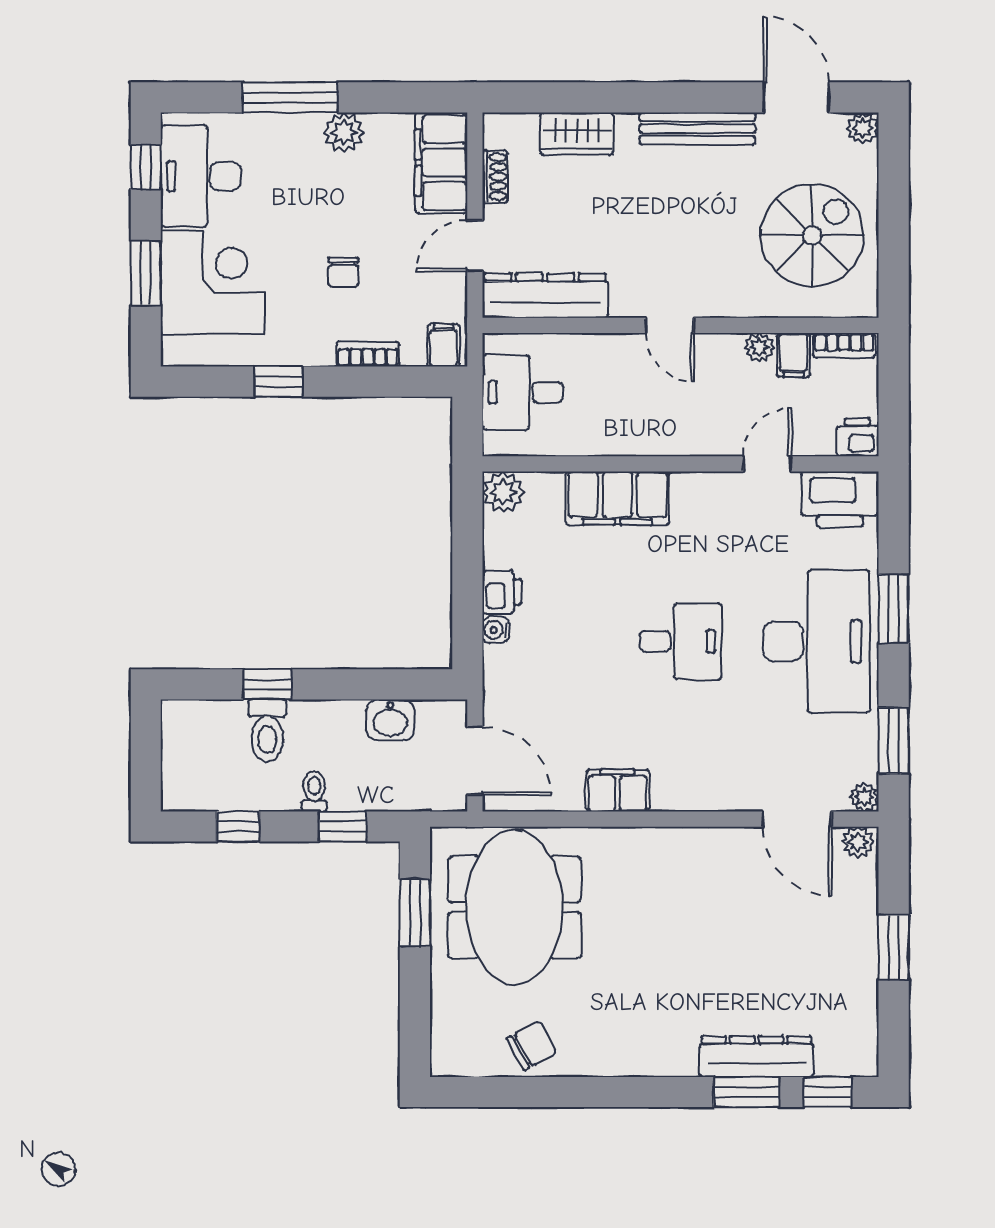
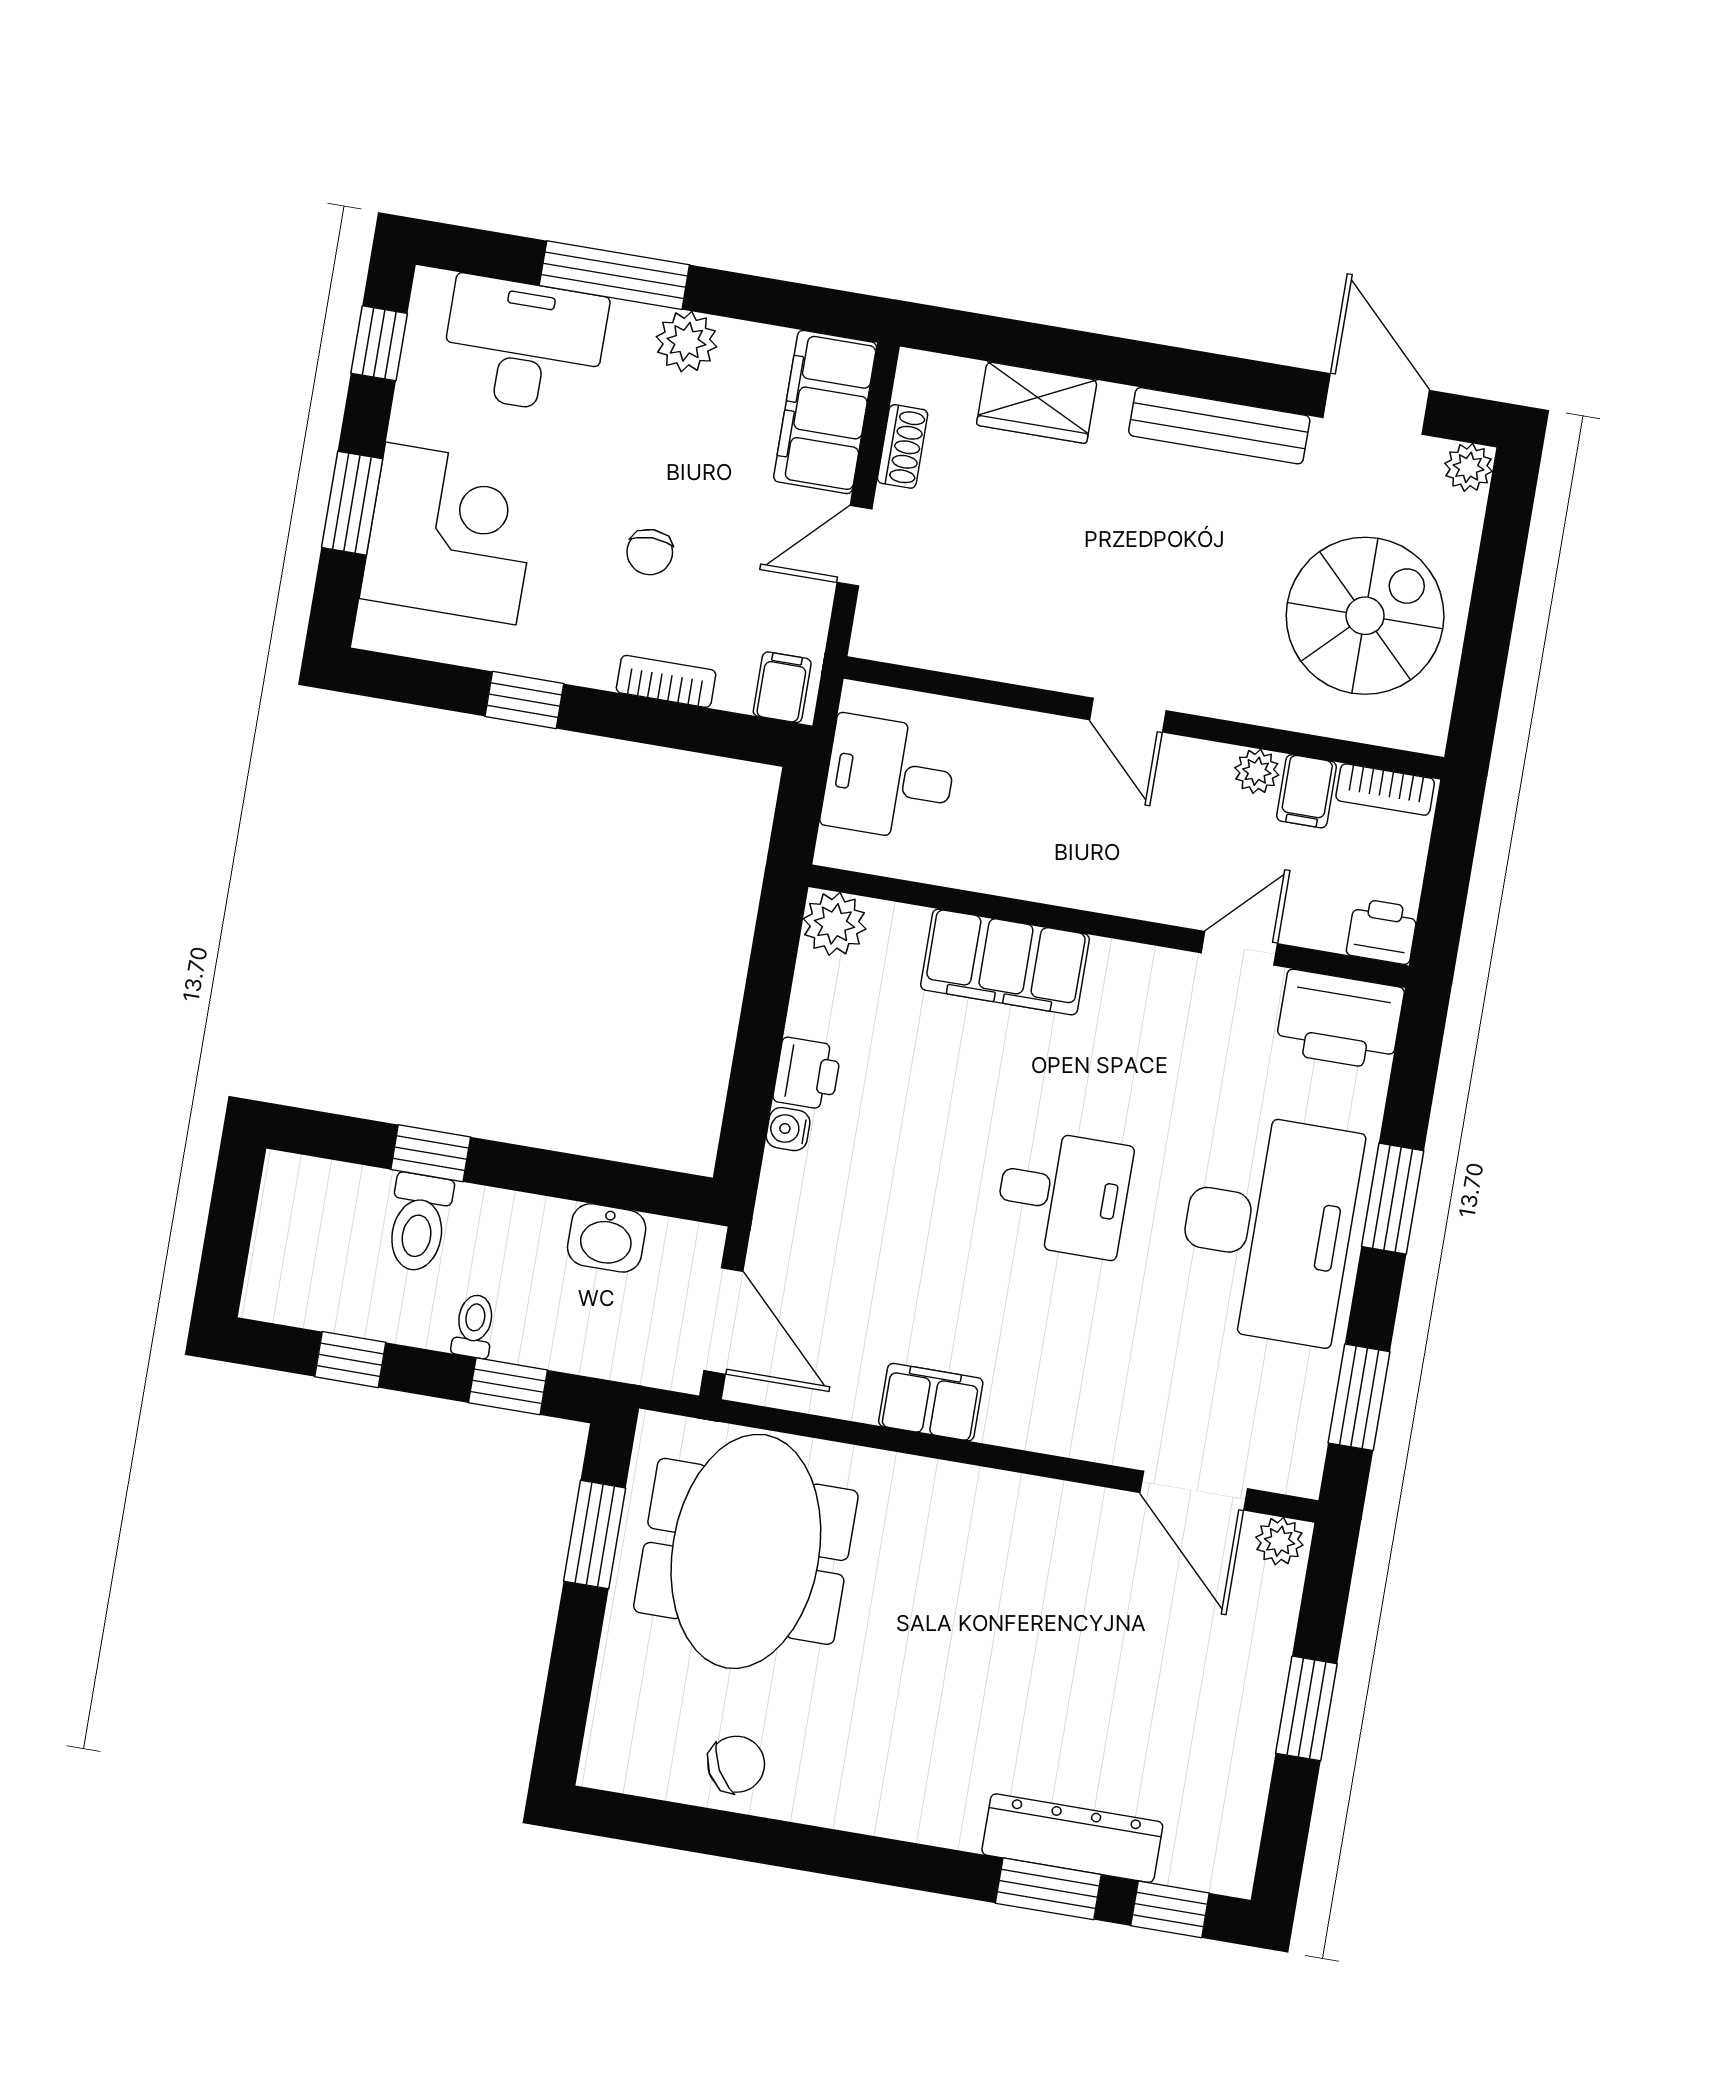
desk: (201, 176) -> (524, 345), moved, turned 90
dresser: (545, 296) -> (948, 638), removed
plant: (864, 797) -> (1300, 1475), removed

